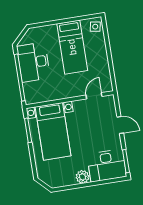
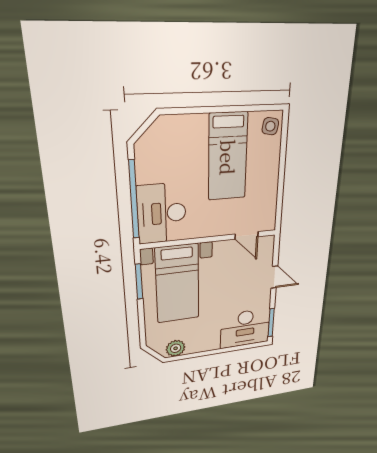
desk: (33, 62) -> (162, 213), moved
door: (94, 96) -> (247, 235), swing flipped
plant: (83, 177) -> (176, 348), moved

